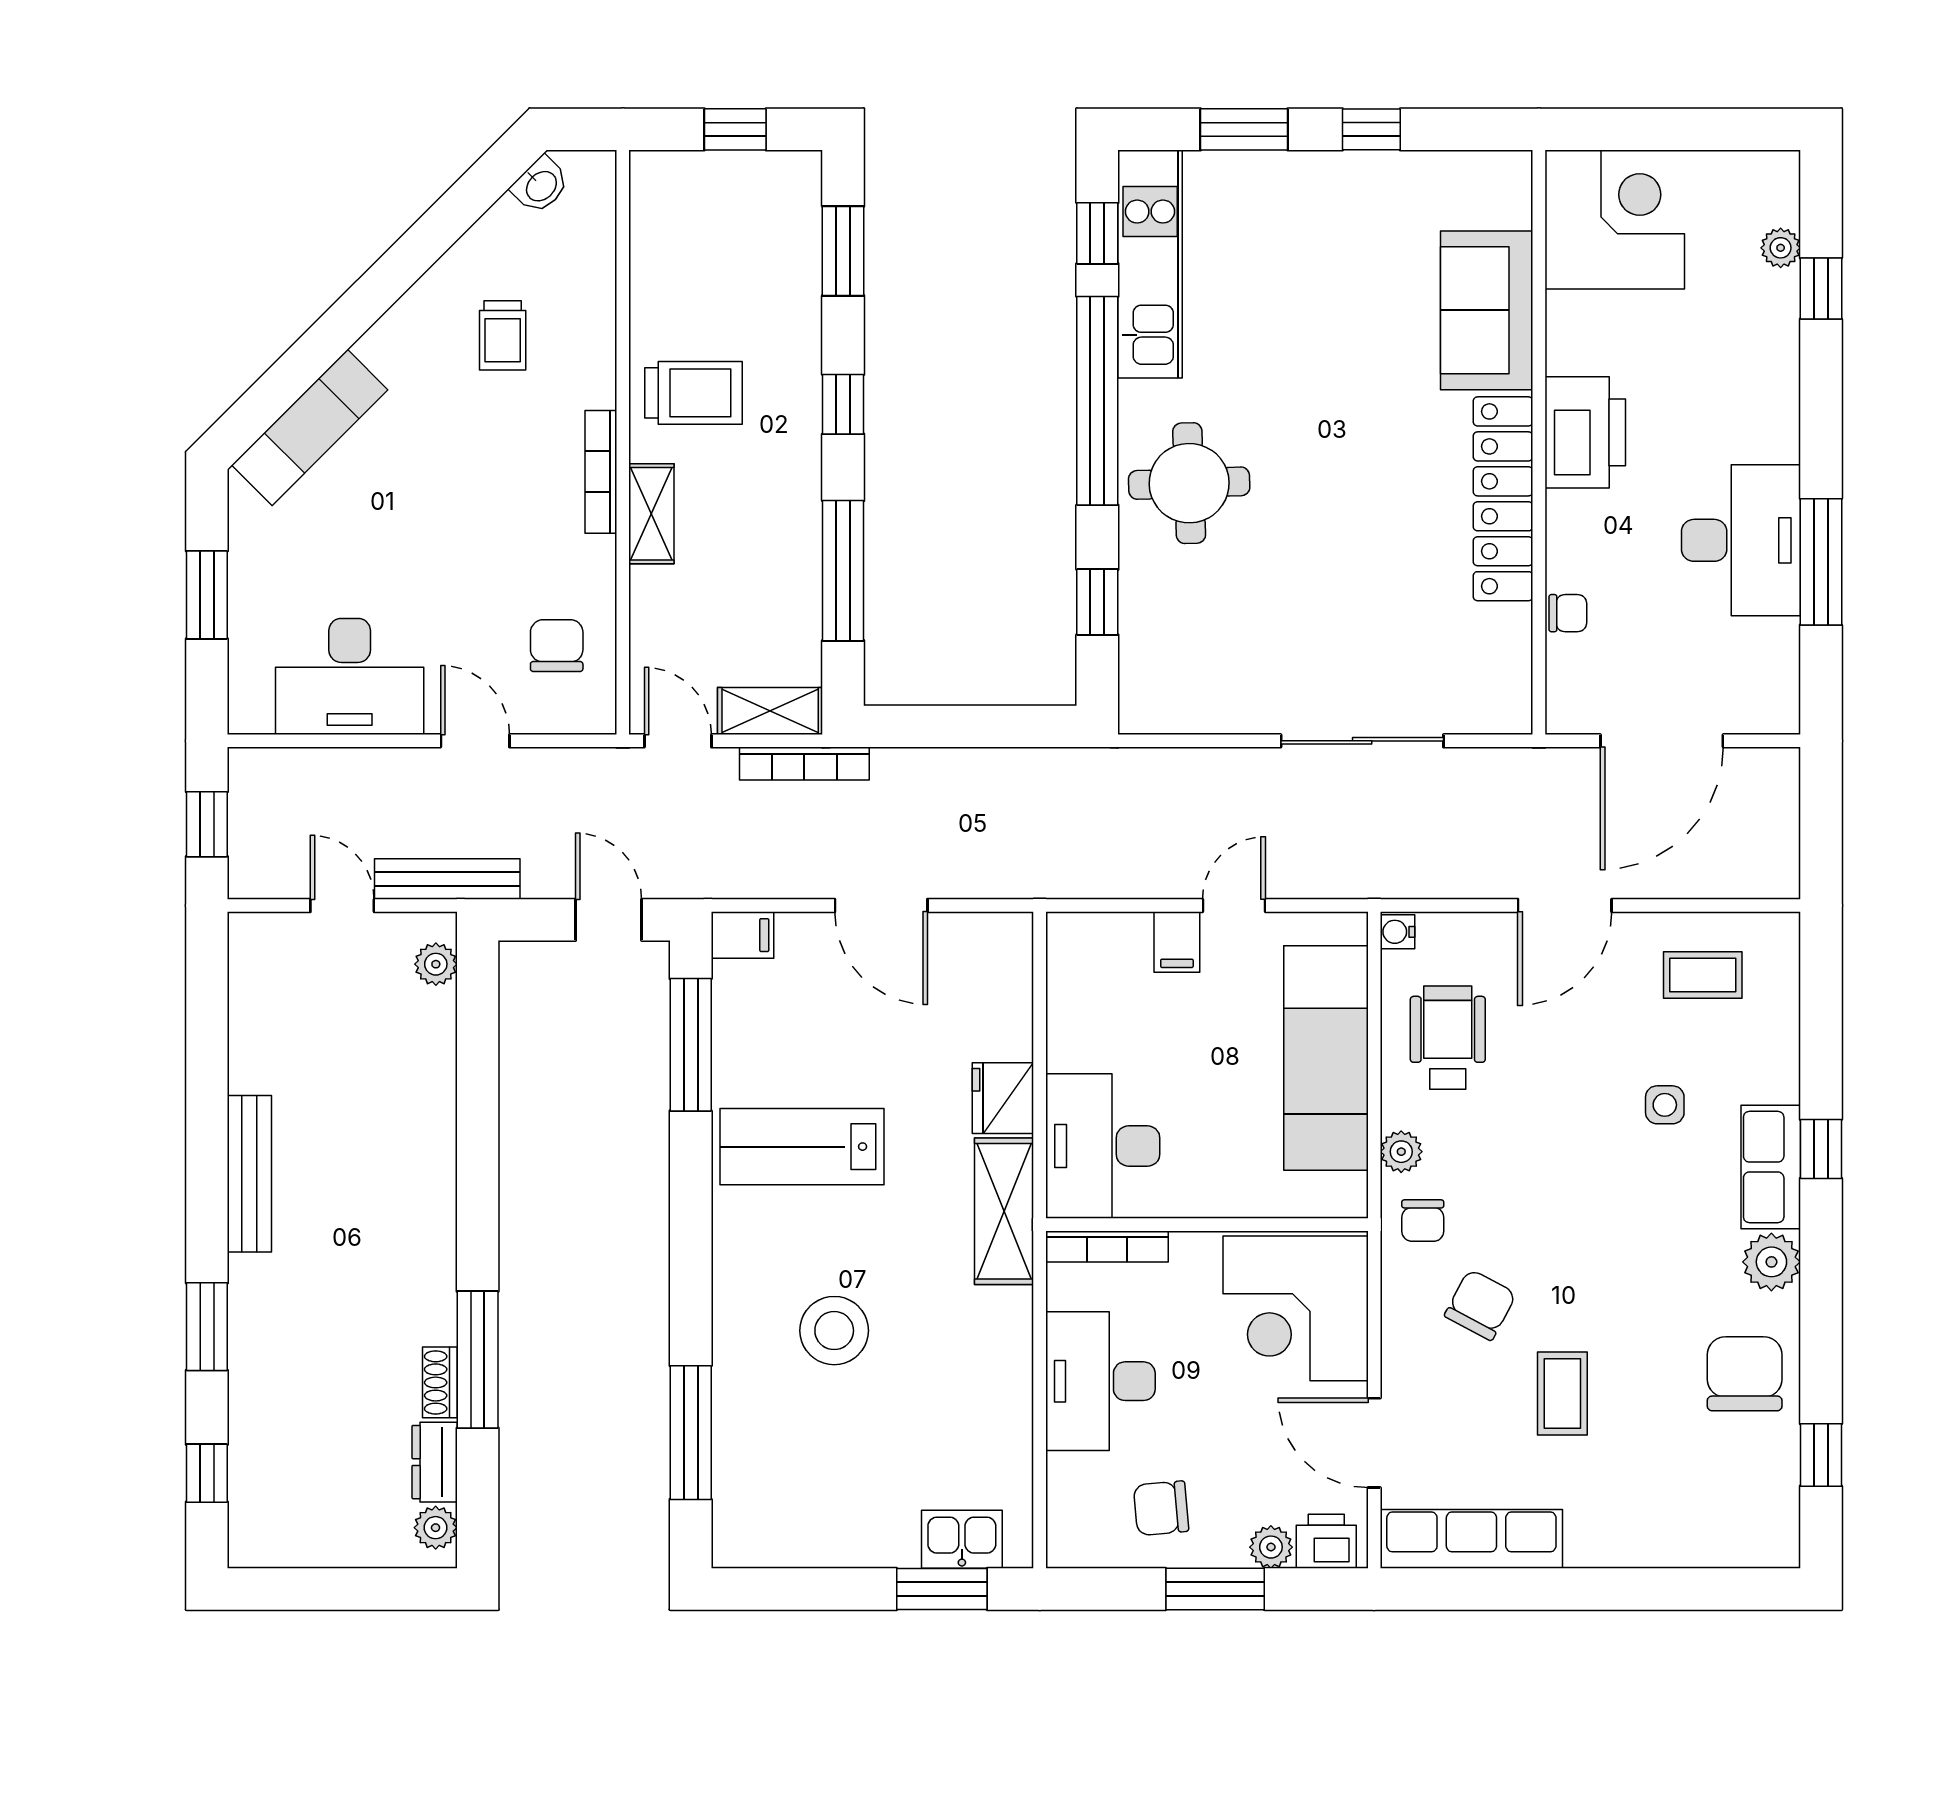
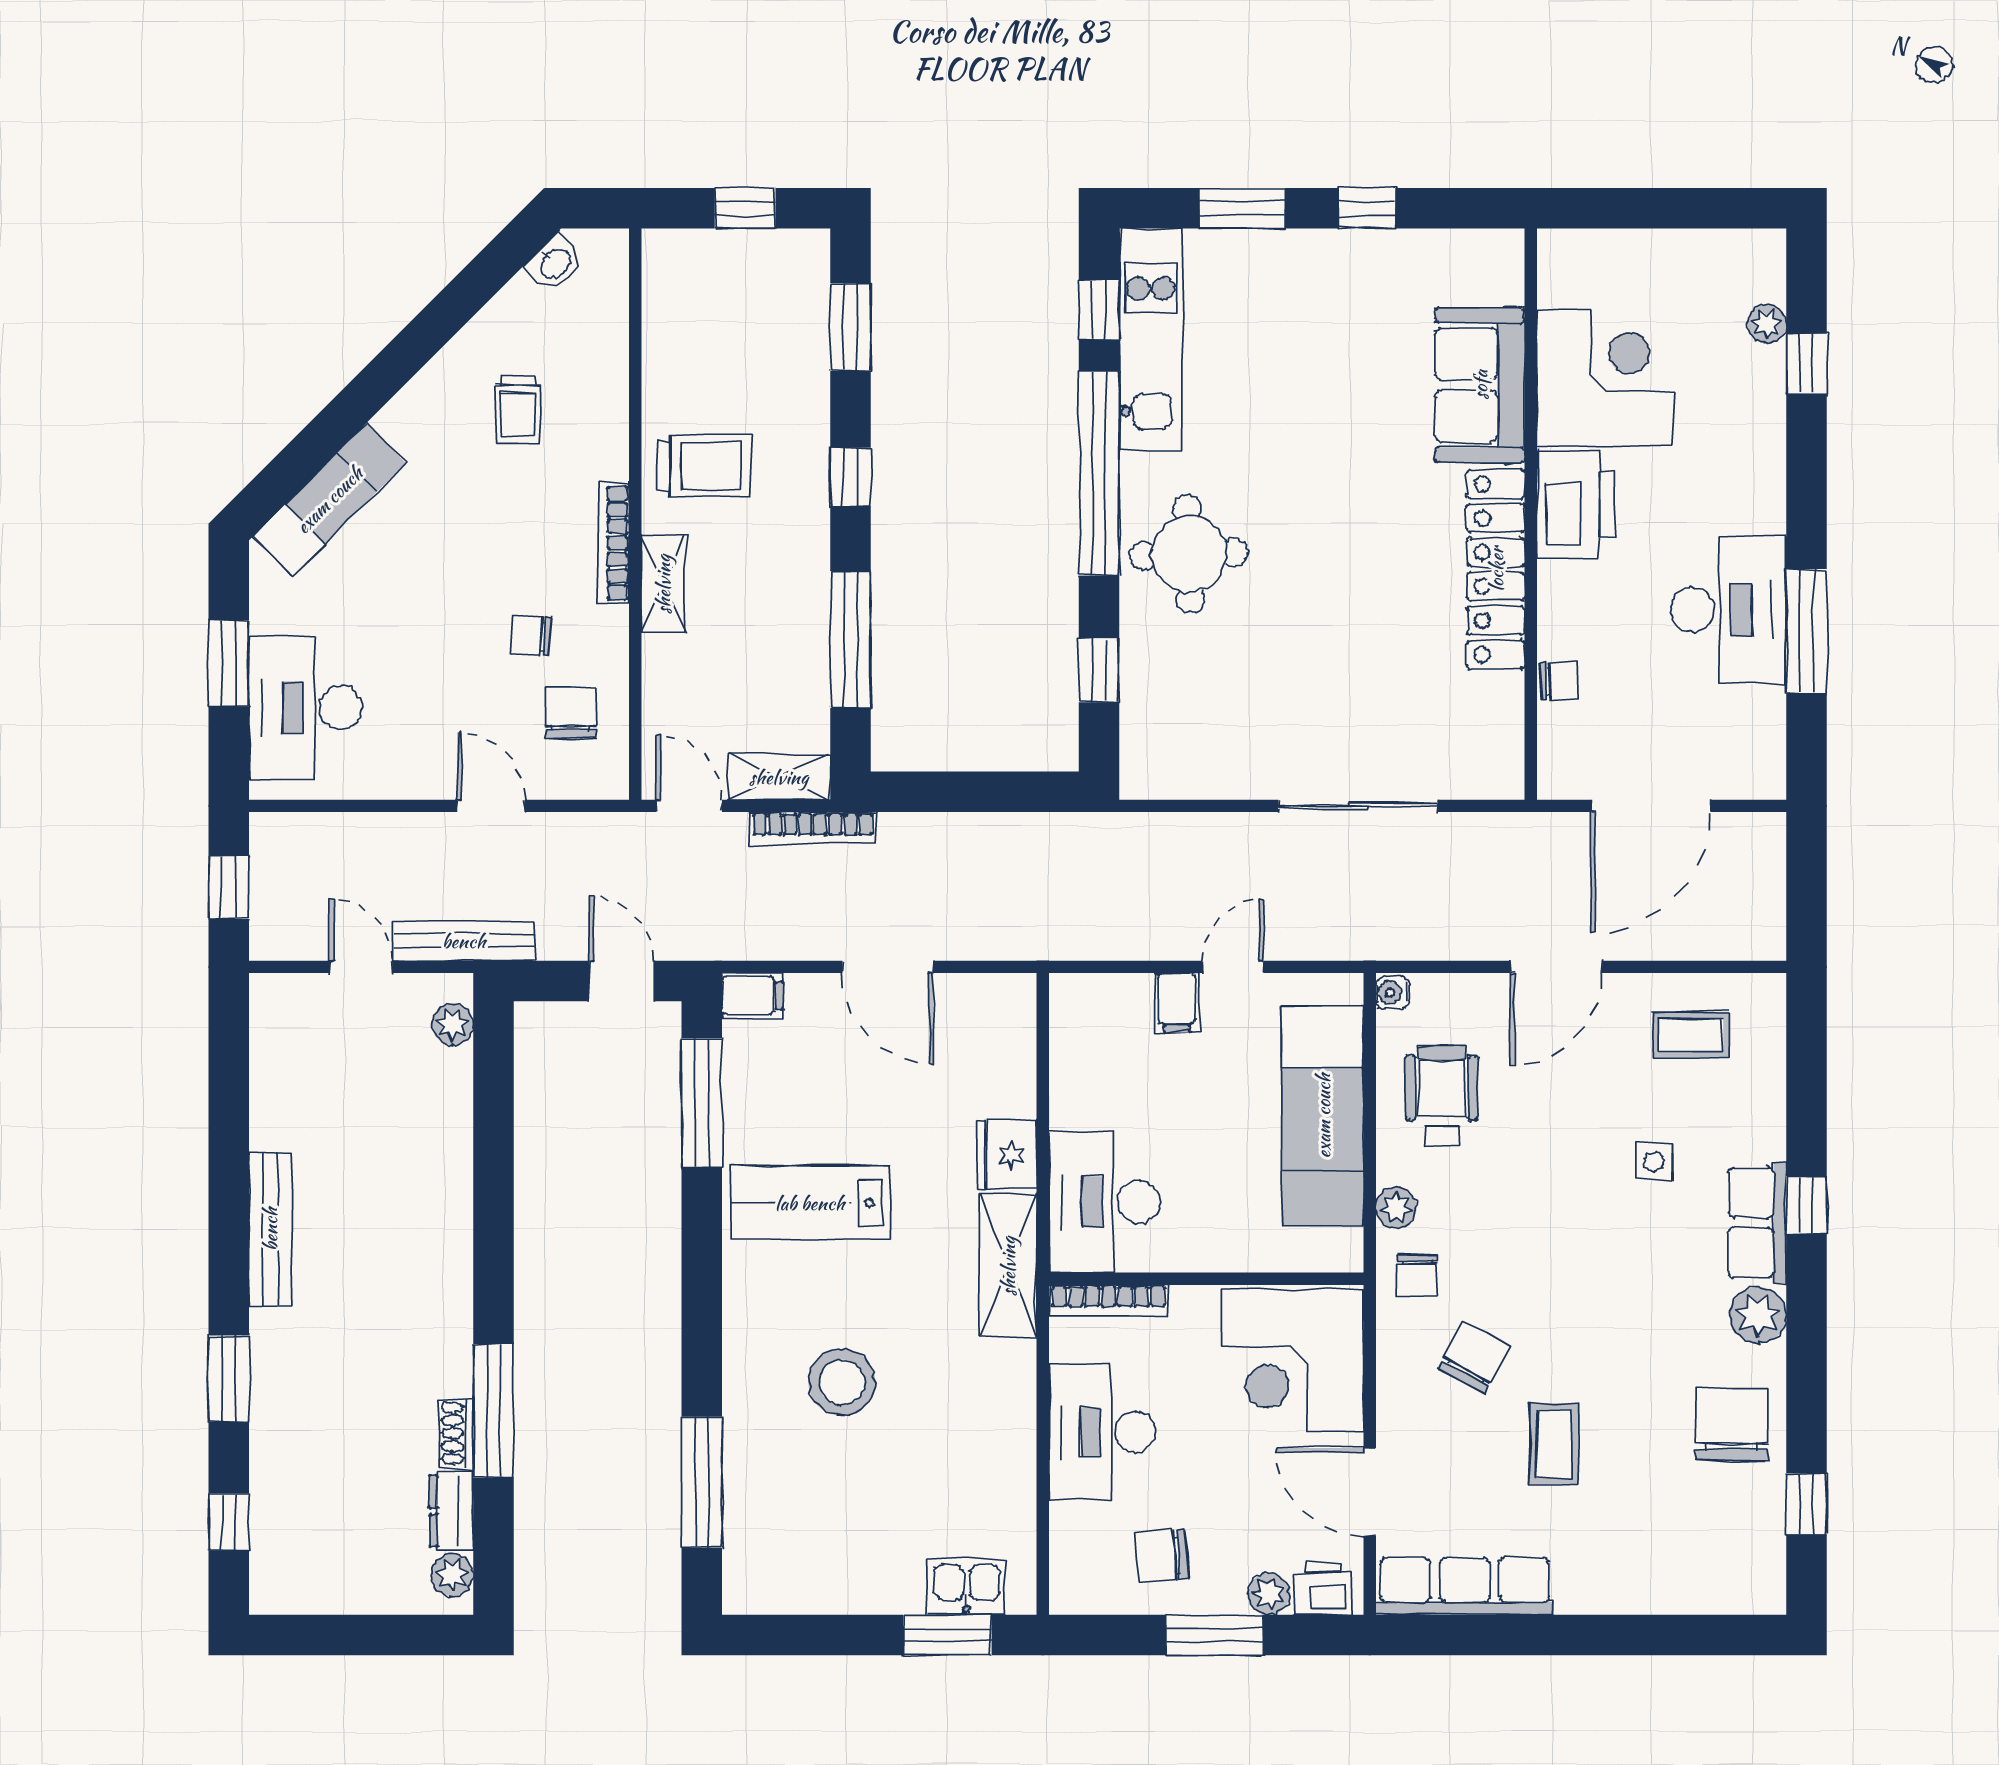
corner desk: (1615, 220) -> (1605, 378), moved
chair: (516, 566) -> (531, 635), added
desk: (350, 676) -> (306, 707), moved, turned 90

